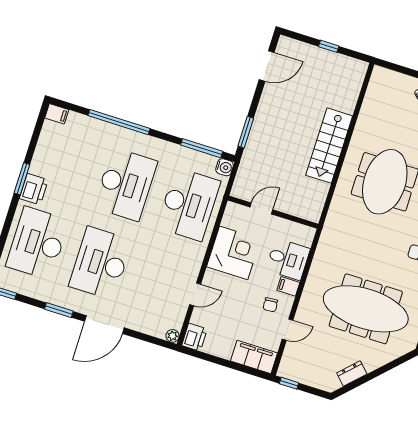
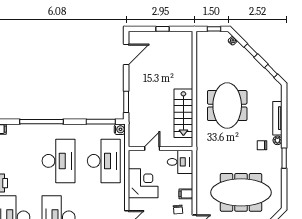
window: (400, 69) -> (214, 29), added
stairs: (329, 146) -> (183, 113), moved
desk: (288, 259) -> (180, 162), moved

